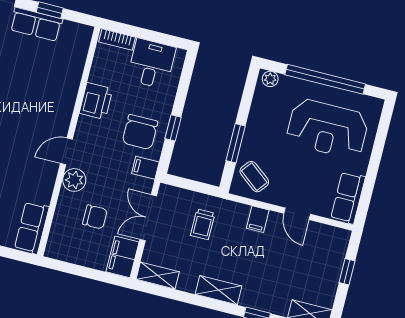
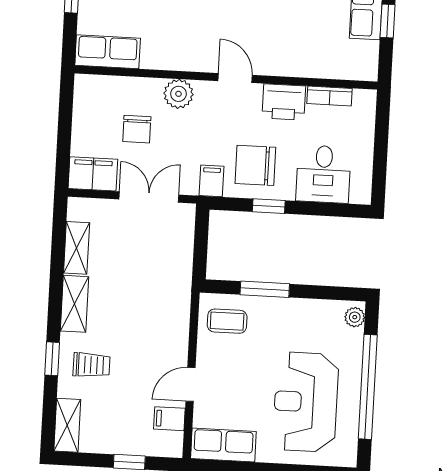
bookcase: (117, 40) -> (329, 96), moved, turned -90
desk: (151, 64) -> (323, 174), moved, turned 90
door: (66, 151) -> (235, 78), moved
coffee table: (254, 177) -> (227, 321), turned 52
filing cabinet: (258, 219) -> (169, 419), moved
trolley: (203, 224) -> (92, 365), moved, turned 180
shelving: (158, 276) -> (77, 248), moved

